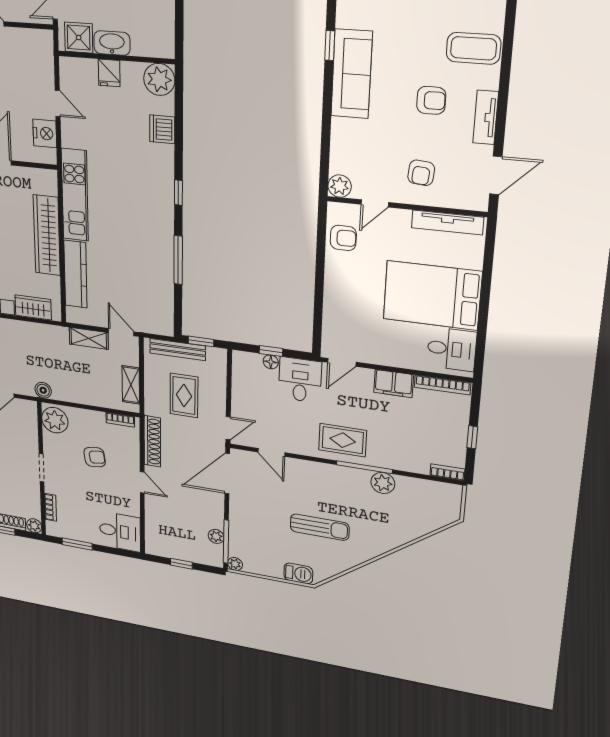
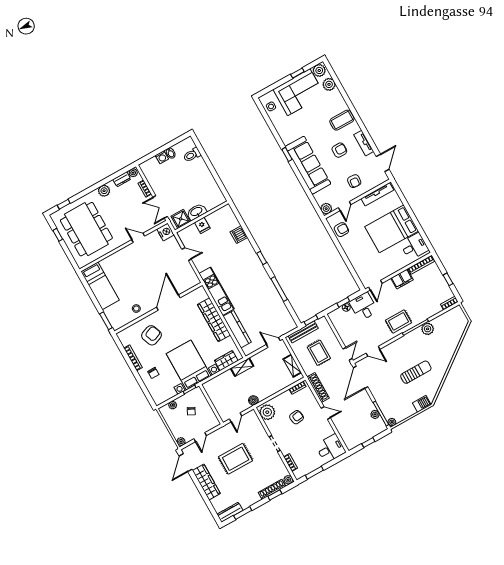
sofa: (352, 74) -> (308, 165), width x1.36, depth x1.27
plant: (159, 79) -> (225, 214), removed
nightstand: (45, 133) -> (166, 232), moved
shelving: (89, 338) -> (242, 367), moved

